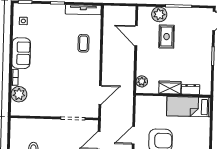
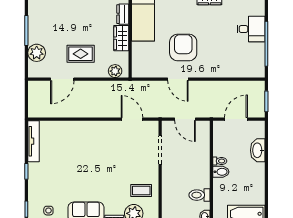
rug: (167, 37) -> (81, 54), moved
coffee table: (83, 43) -> (141, 191), moved

